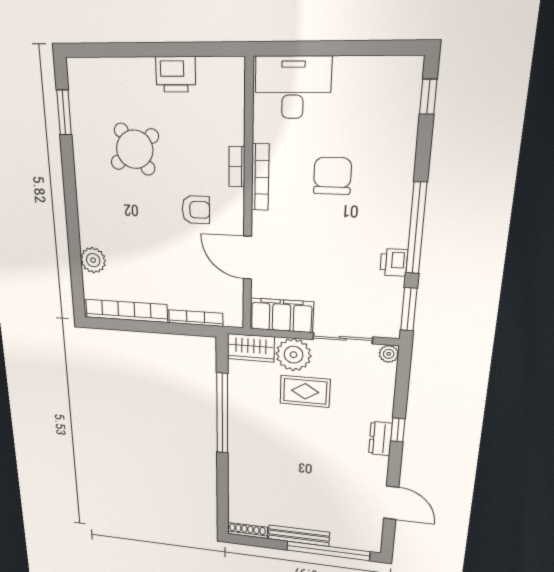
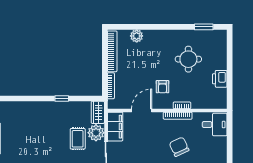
desk: (293, 87) -> (215, 125), width x0.73
round table: (135, 149) -> (188, 59), turned 36
chair: (332, 176) -> (179, 147), turned -115
window: (222, 413) -> (62, 98), width x0.32

